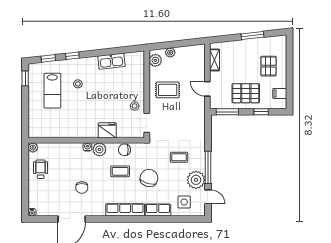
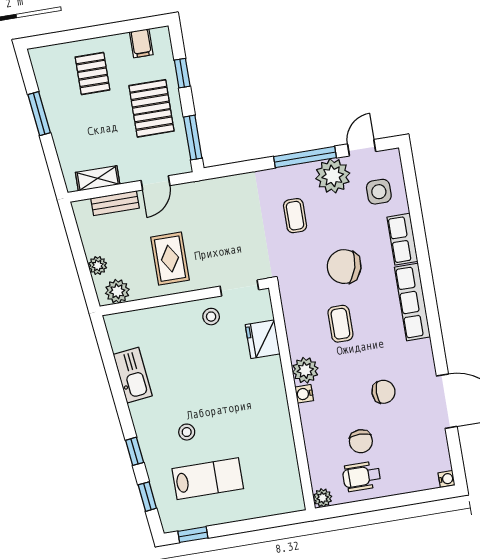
pallet: (268, 66) -> (92, 73), turned 90
bench: (200, 67) -> (115, 203), added
fridge: (107, 130) -> (263, 339), moved
chair: (124, 150) -> (361, 441), moved

